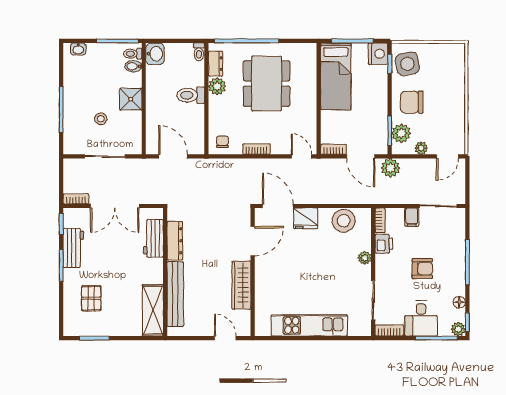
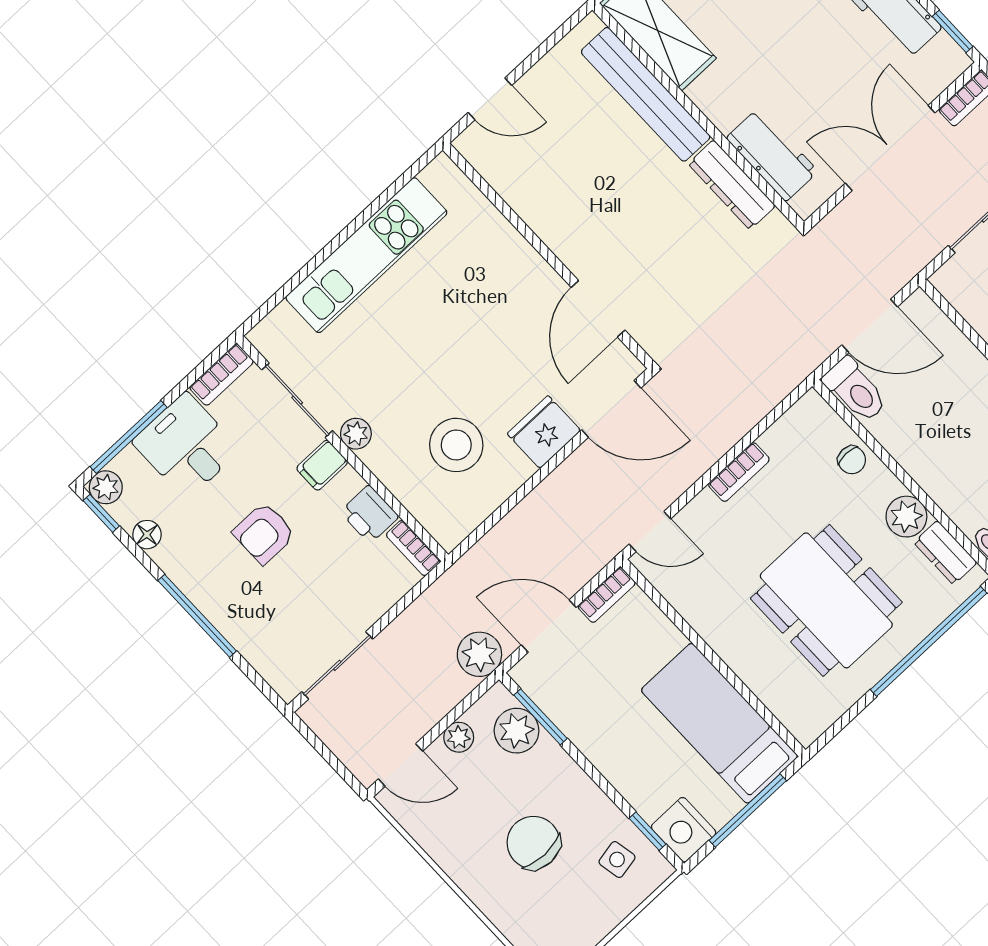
side table: (407, 64) -> (617, 860), width x0.54, depth x0.54
toilet: (191, 95) -> (855, 390), moved, turned 90
chair: (412, 102) -> (533, 843), moved, turned -90
chair: (222, 142) -> (852, 460), moved
door: (447, 156) -> (400, 765), swing flipped
filing cabinet: (412, 217) -> (322, 465), moved, turned -90
stool: (344, 221) -> (456, 445), moved
plant: (365, 258) -> (356, 434), moved
wardrobe: (241, 285) -> (547, 215), removed

